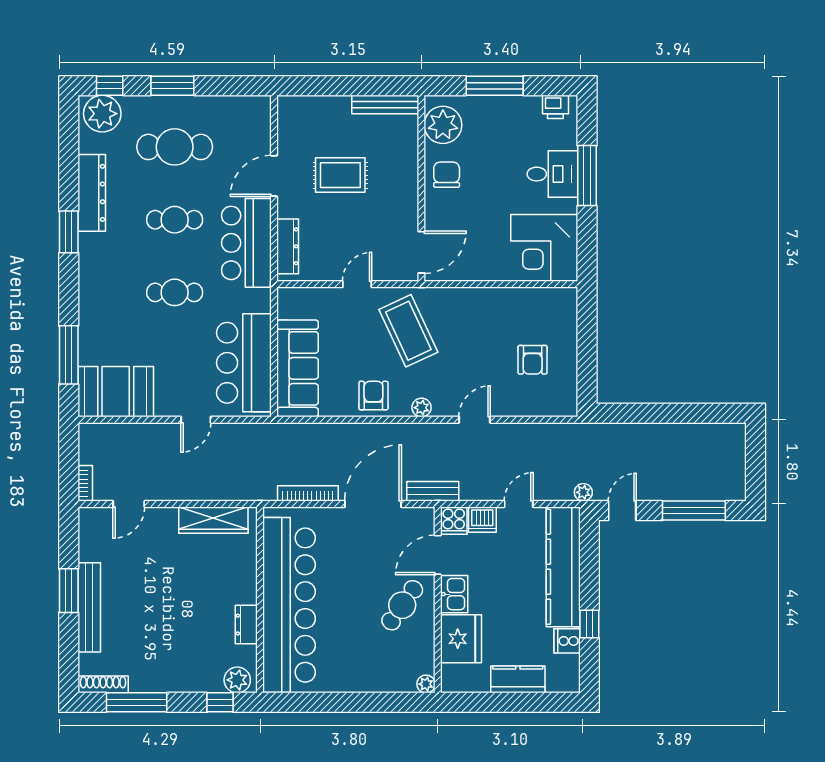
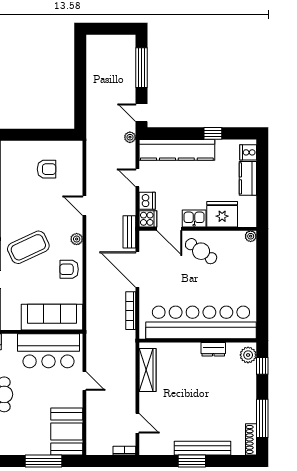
cooker: (567, 641) -> (248, 152), moved, turned 90

